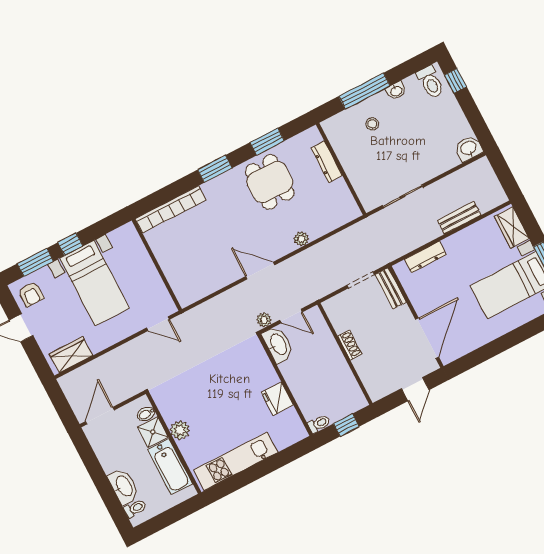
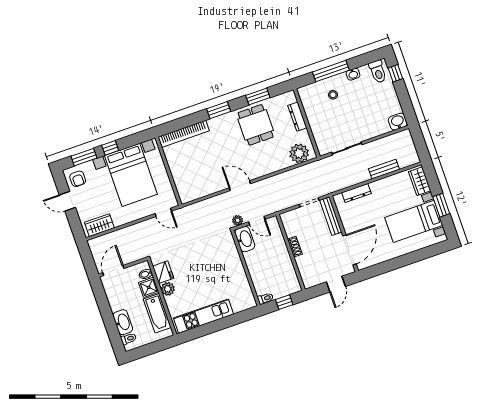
plant: (301, 239) -> (299, 153), moved, width x1.87, depth x1.87
bed with nightstands: (94, 283) -> (131, 175), width x1.36
bench: (391, 288) -> (331, 216), width x1.36
fridge: (277, 399) -> (163, 272), moved, turned 180

